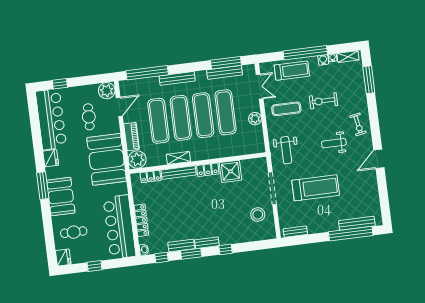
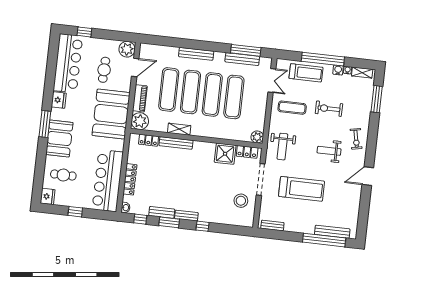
window: (147, 73) -> (169, 42), removed
plant: (255, 119) -> (257, 137), moved
locker: (208, 170) -> (247, 152), moved

